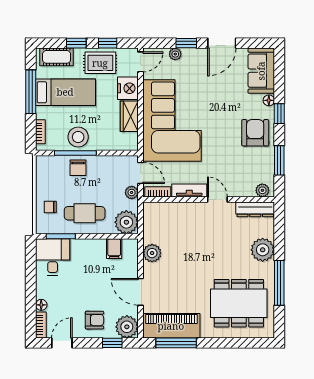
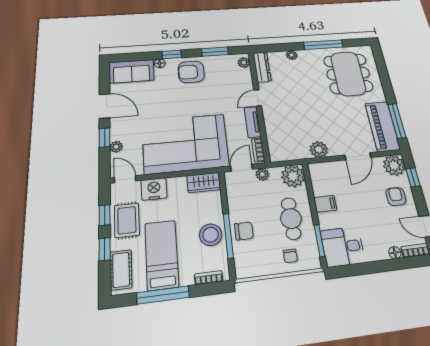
wardrobe: (129, 116) -> (204, 183), moved
filing cabinet: (114, 249) -> (325, 204), moved
plant: (263, 250) -> (292, 55), width x0.53, depth x0.53

